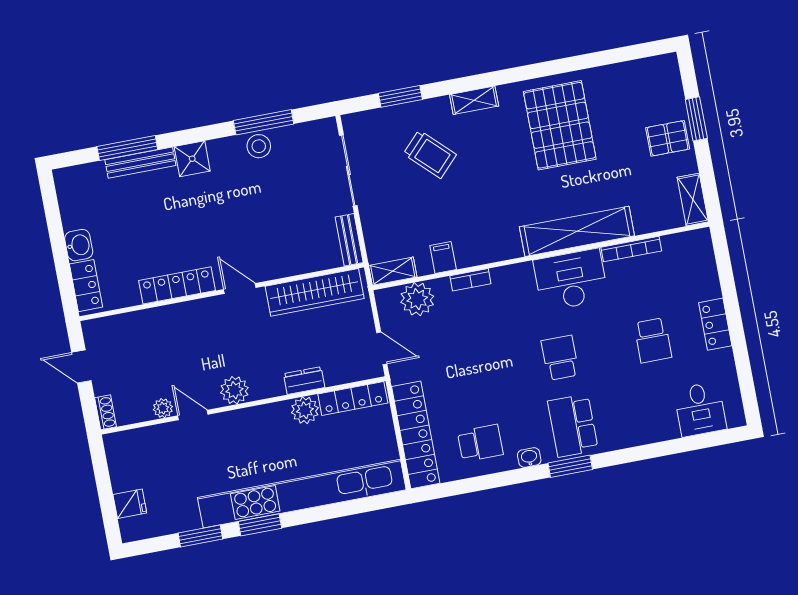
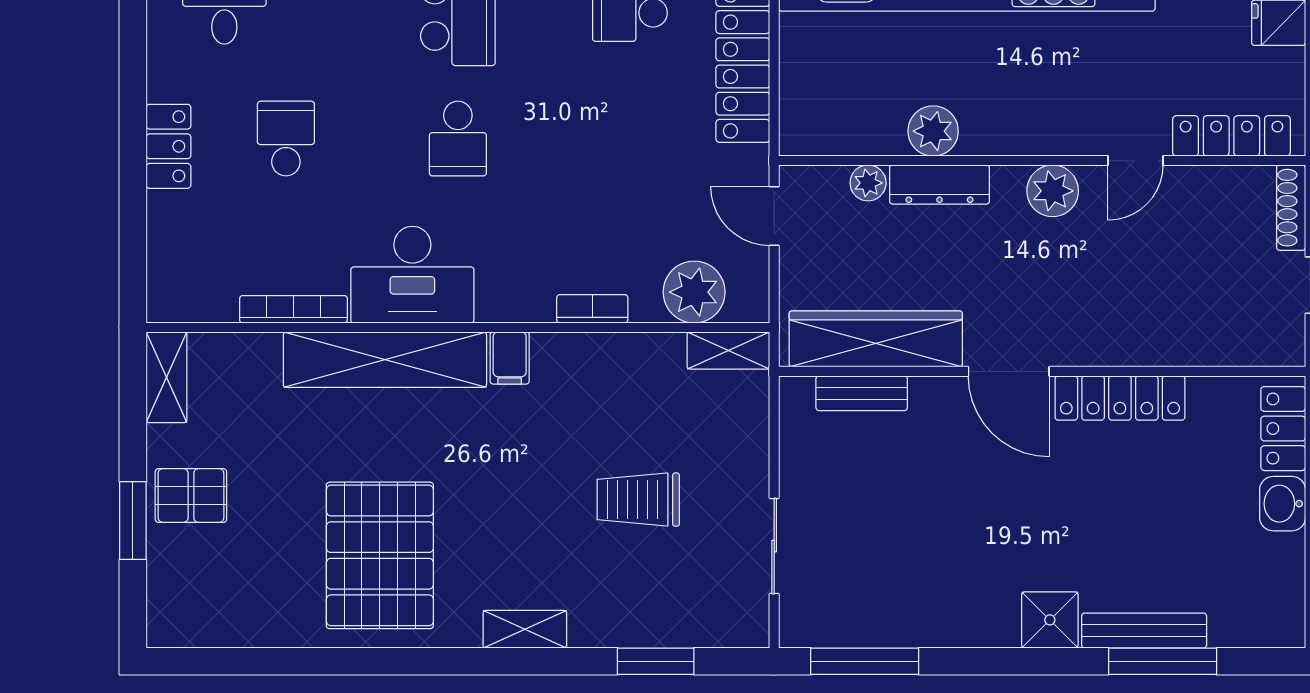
window: (264, 122) -> (865, 661), moved
stool: (259, 146) -> (926, 620), removed
trolley: (430, 154) -> (638, 500), moved, turned -44
sliding door: (348, 170) -> (774, 546), width x0.73
bench: (349, 240) -> (862, 393), moved, turned 90
filing cabinet: (443, 258) -> (510, 358), moved
door: (240, 288) -> (1009, 371), width x1.38
dresser: (304, 381) -> (940, 184), width x1.44
locker: (353, 398) -> (1231, 136), moved
plant: (163, 408) -> (868, 183), moved
shoe rack: (106, 412) -> (1291, 208), width x1.43
door: (193, 415) -> (1136, 161), hinge flipped

